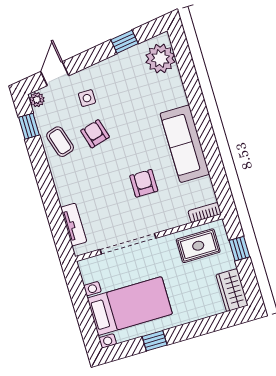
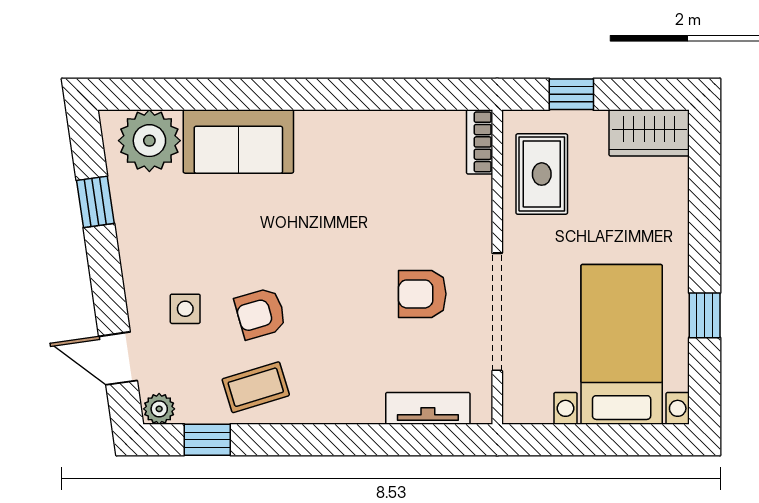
sofa: (185, 144) -> (238, 141), moved, width x0.73
armchair: (144, 183) -> (422, 294), moved

